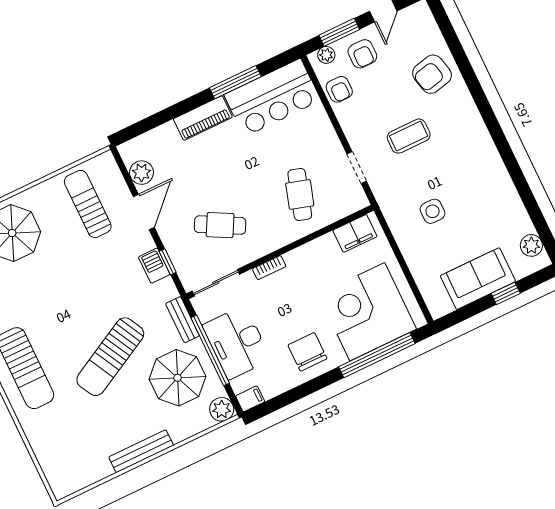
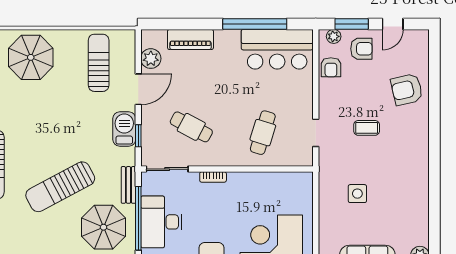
armchair: (362, 54) -> (361, 49), turned -90
window: (235, 82) -> (255, 24), width x1.46
piano: (203, 118) -> (190, 39), moved
coffee table: (409, 136) -> (367, 128), width x0.73, depth x0.77
filing cabinet: (355, 233) -> (291, 182), removed
barbecue: (154, 266) -> (124, 129), width x1.38, depth x1.27

